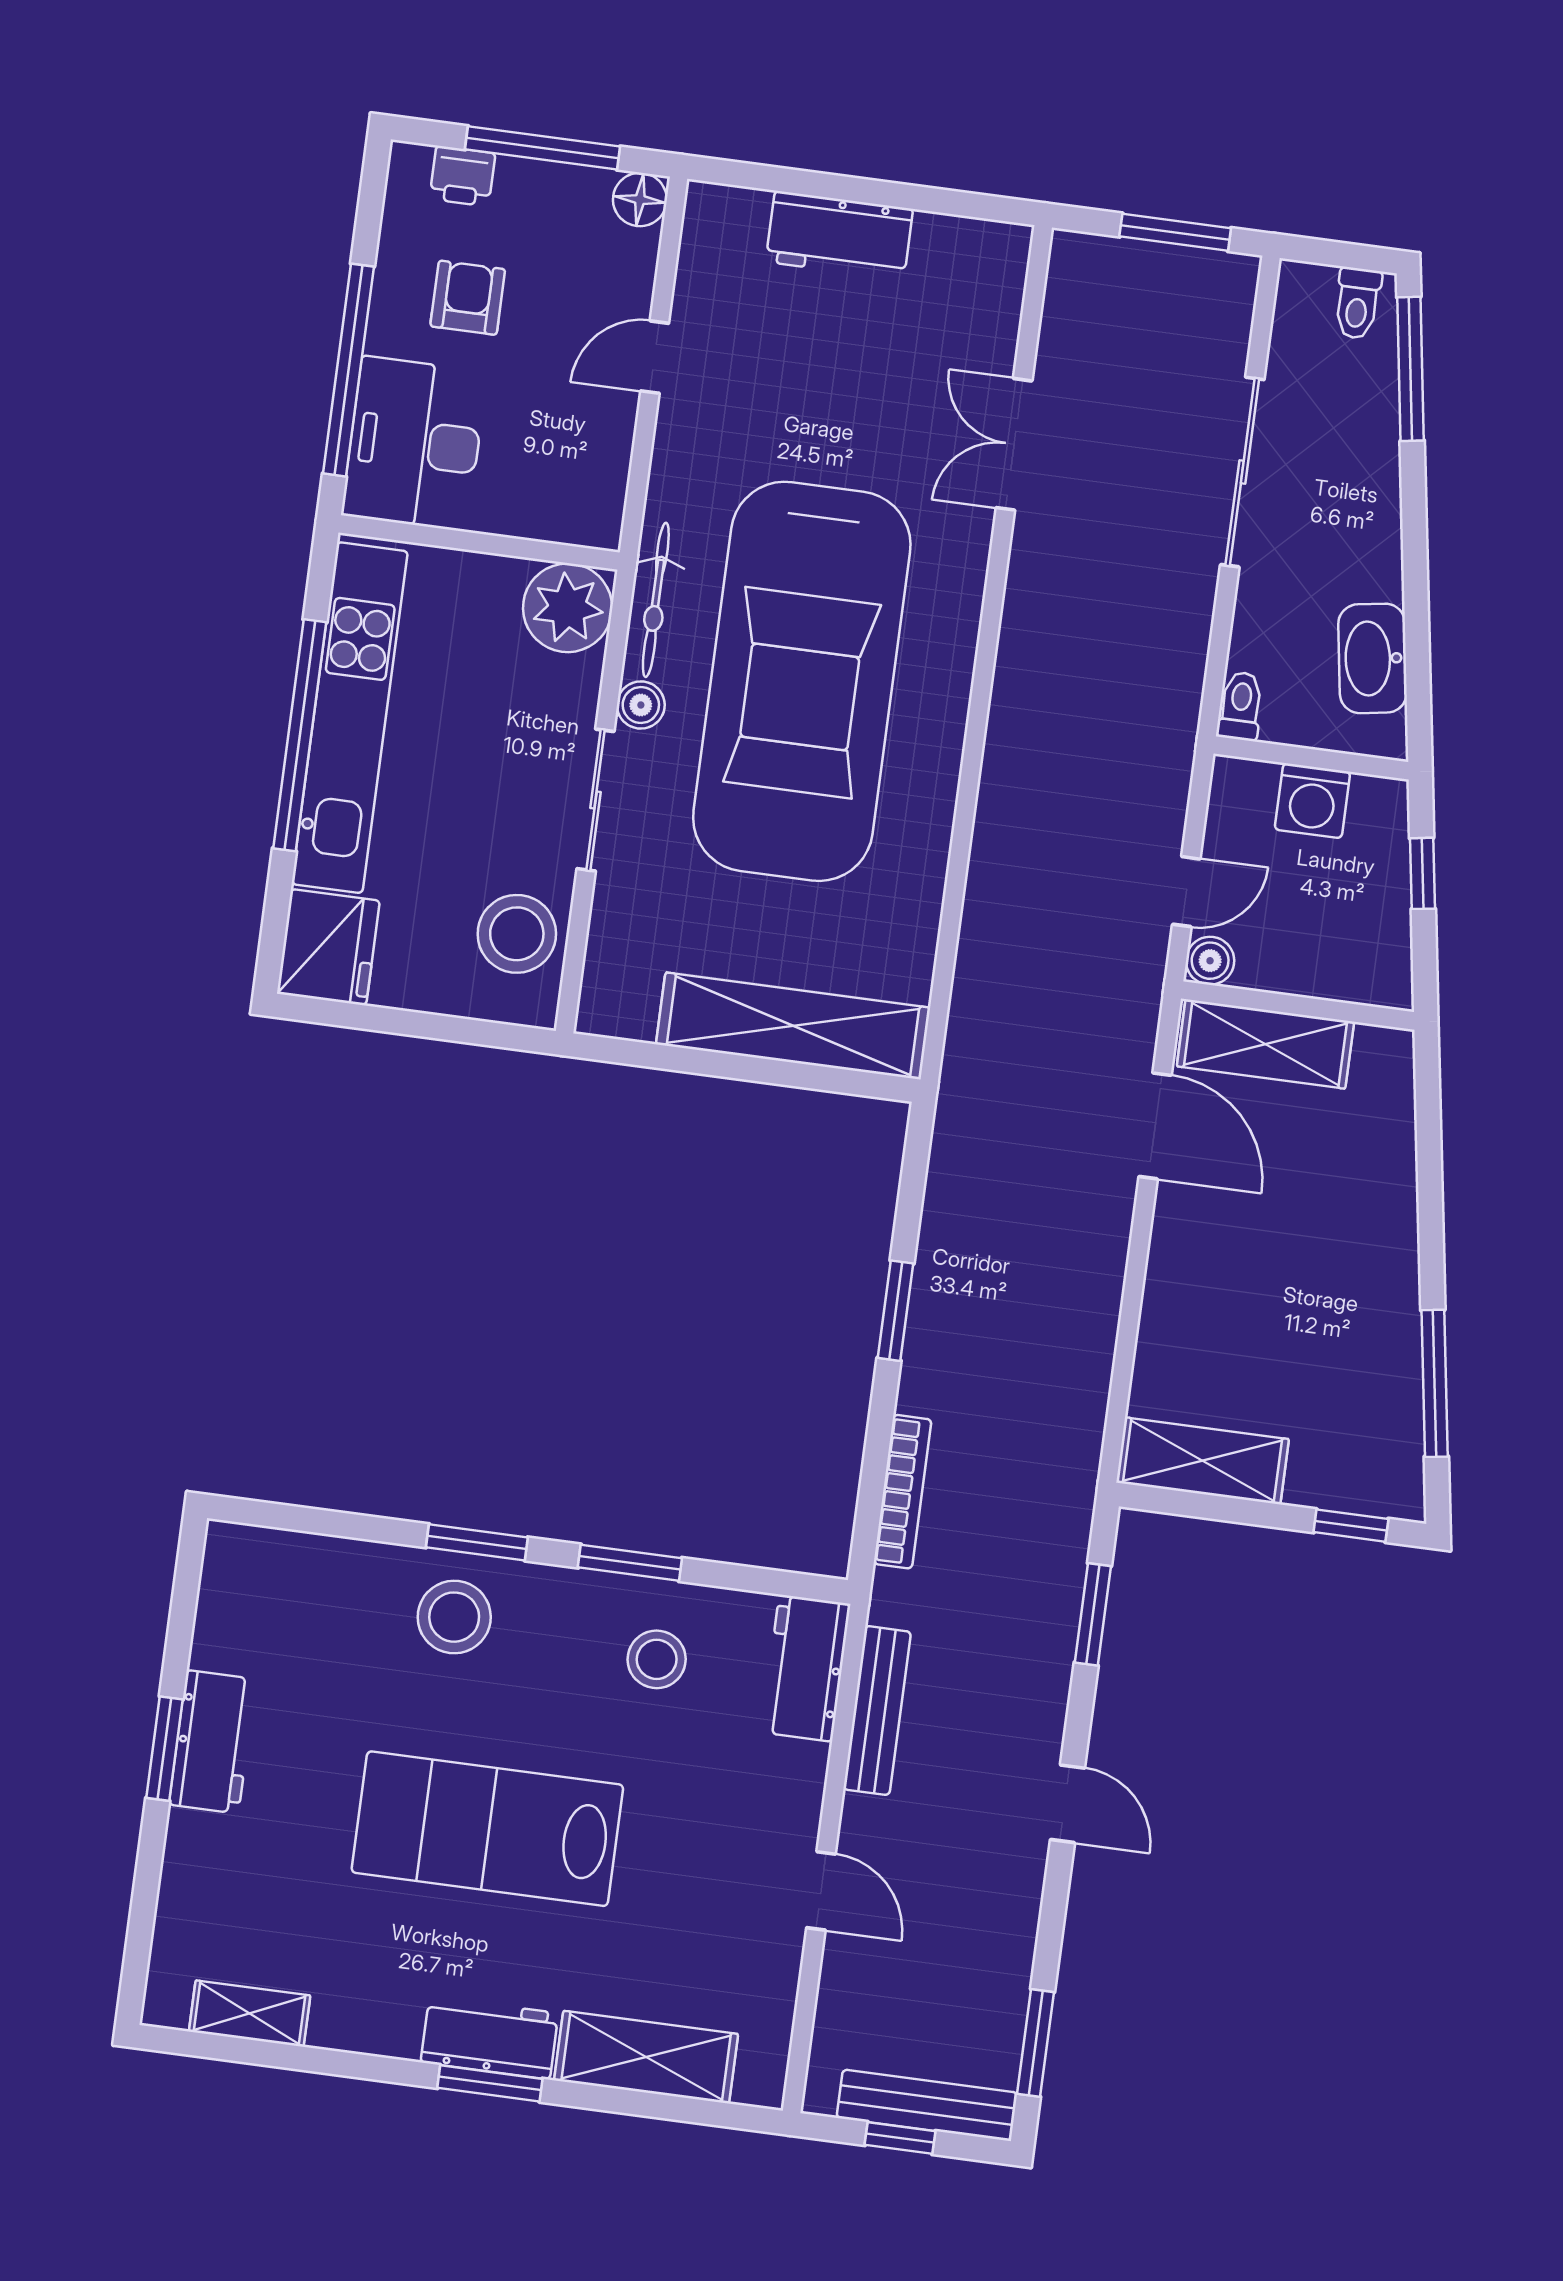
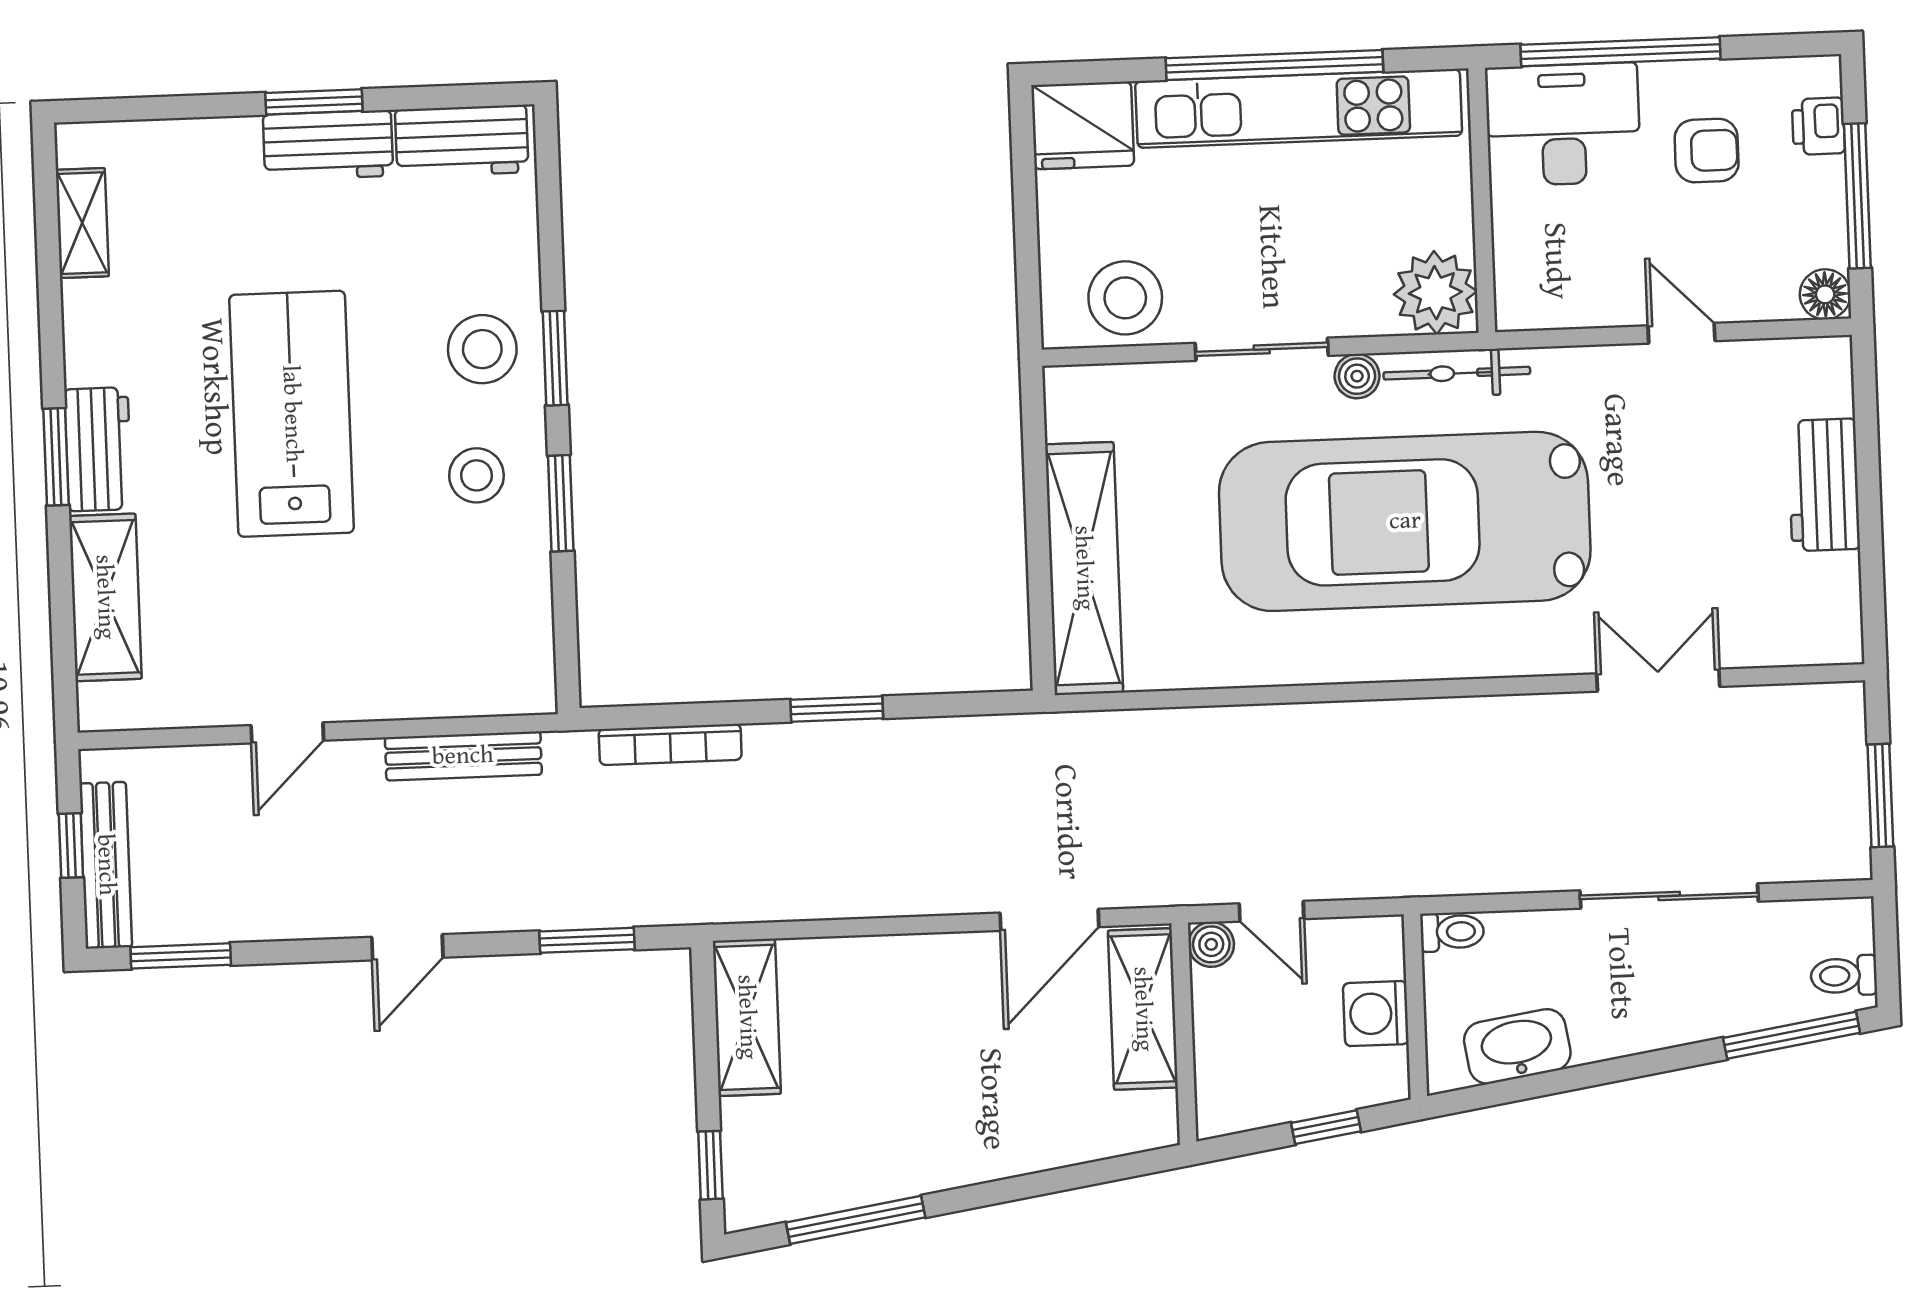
stool: (657, 1659) -> (476, 475), moved
workbench: (806, 1668) -> (462, 141), moved, turned 180

